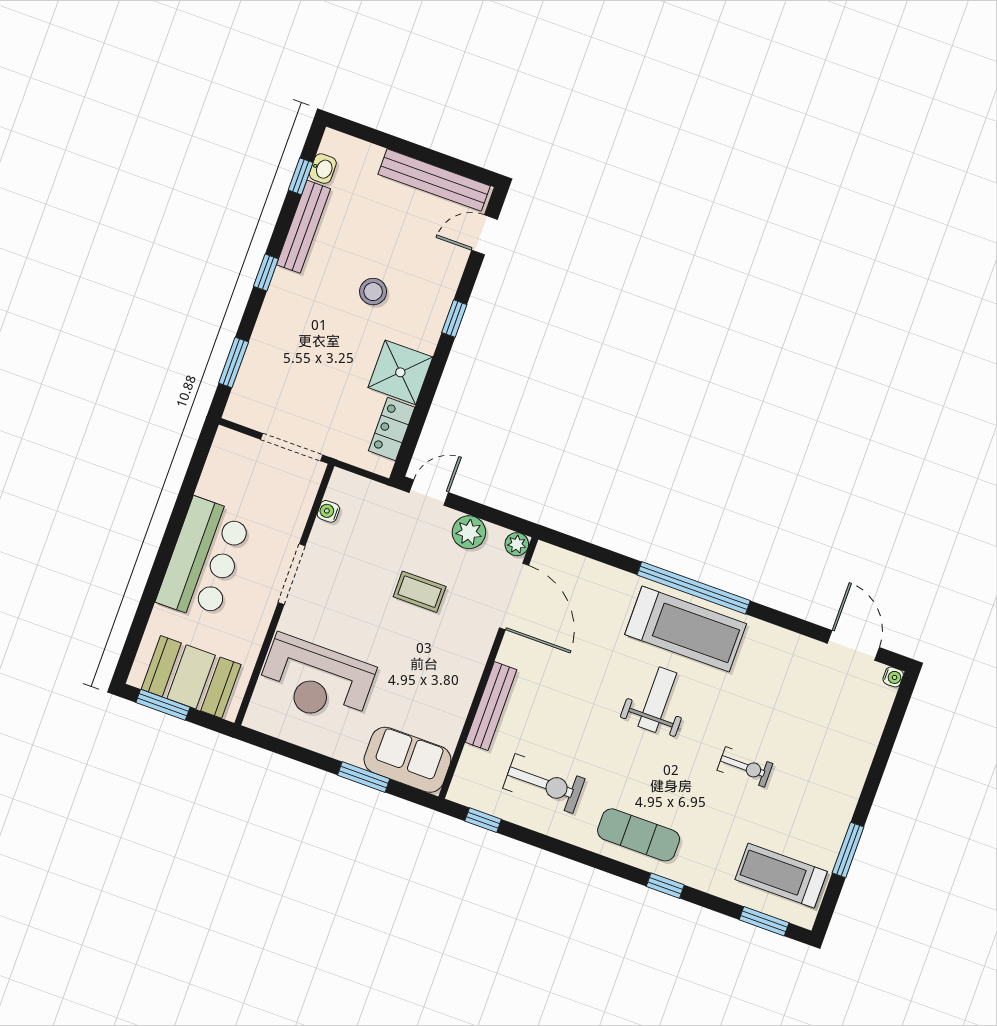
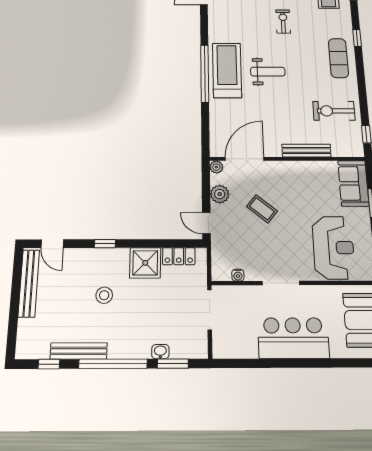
washbasin: (323, 169) -> (160, 352), moved
window: (266, 273) -> (113, 364), width x3.17
coffee table: (420, 592) -> (262, 209), turned -51
weight bench: (657, 700) -> (268, 72), turned 180
exercise bike: (544, 783) -> (334, 111), turned -90

